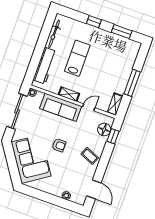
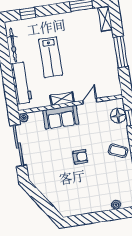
window: (94, 22) -> (28, 13), moved
lab bench: (77, 58) -> (51, 57), turned 180
shelving: (115, 104) -> (105, 19), moved
sofa: (61, 107) -> (61, 117), width x0.73
corner sofa: (31, 159) -> (59, 187), removed

